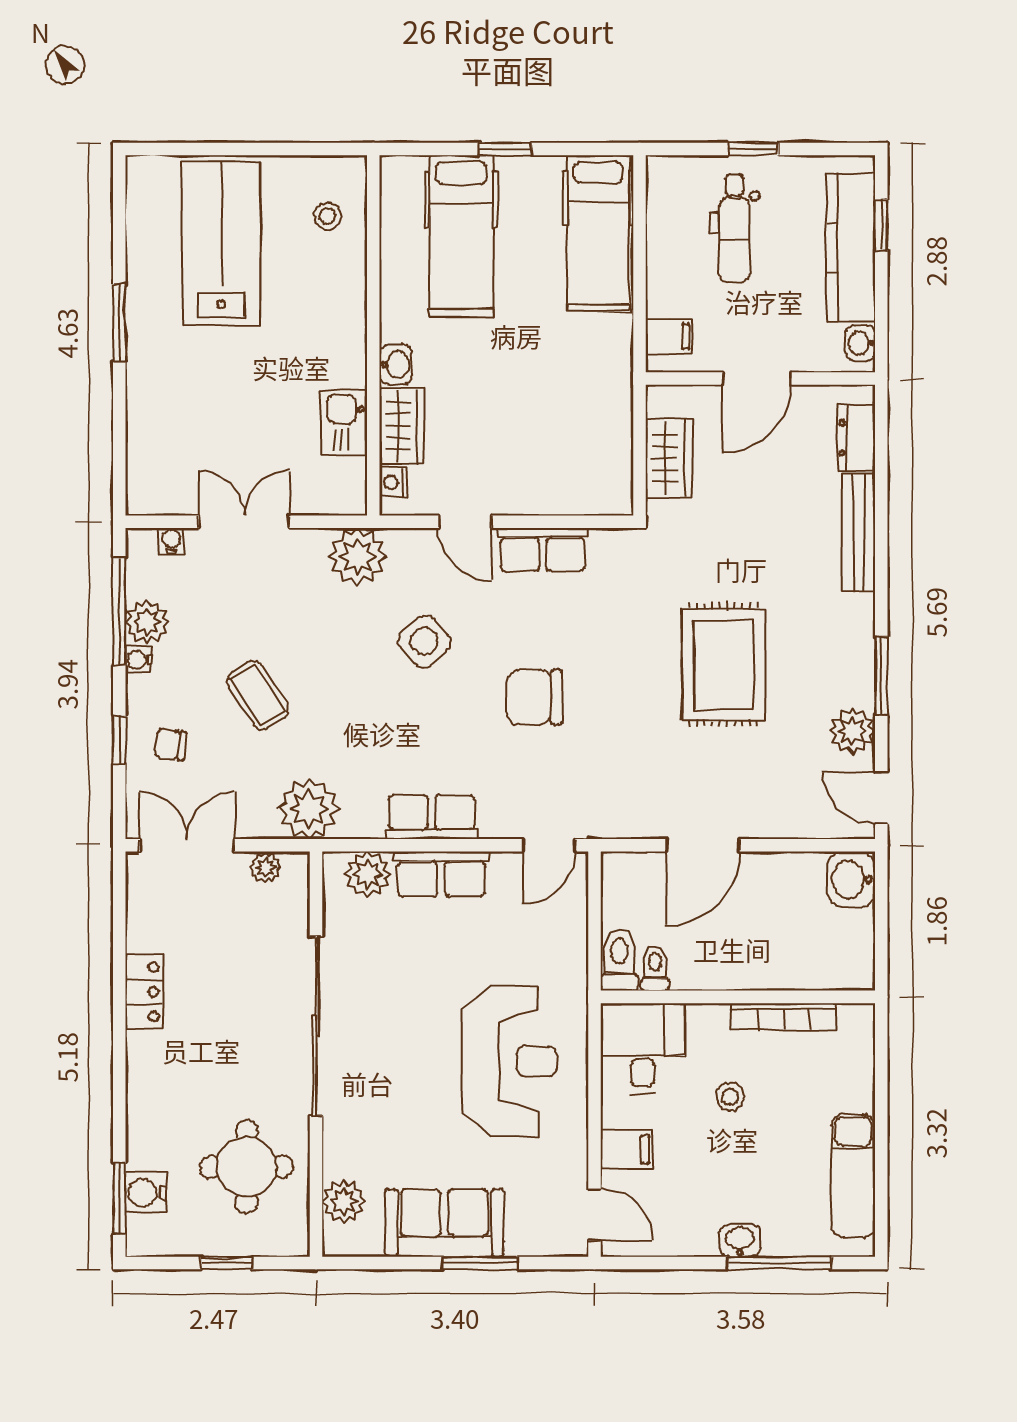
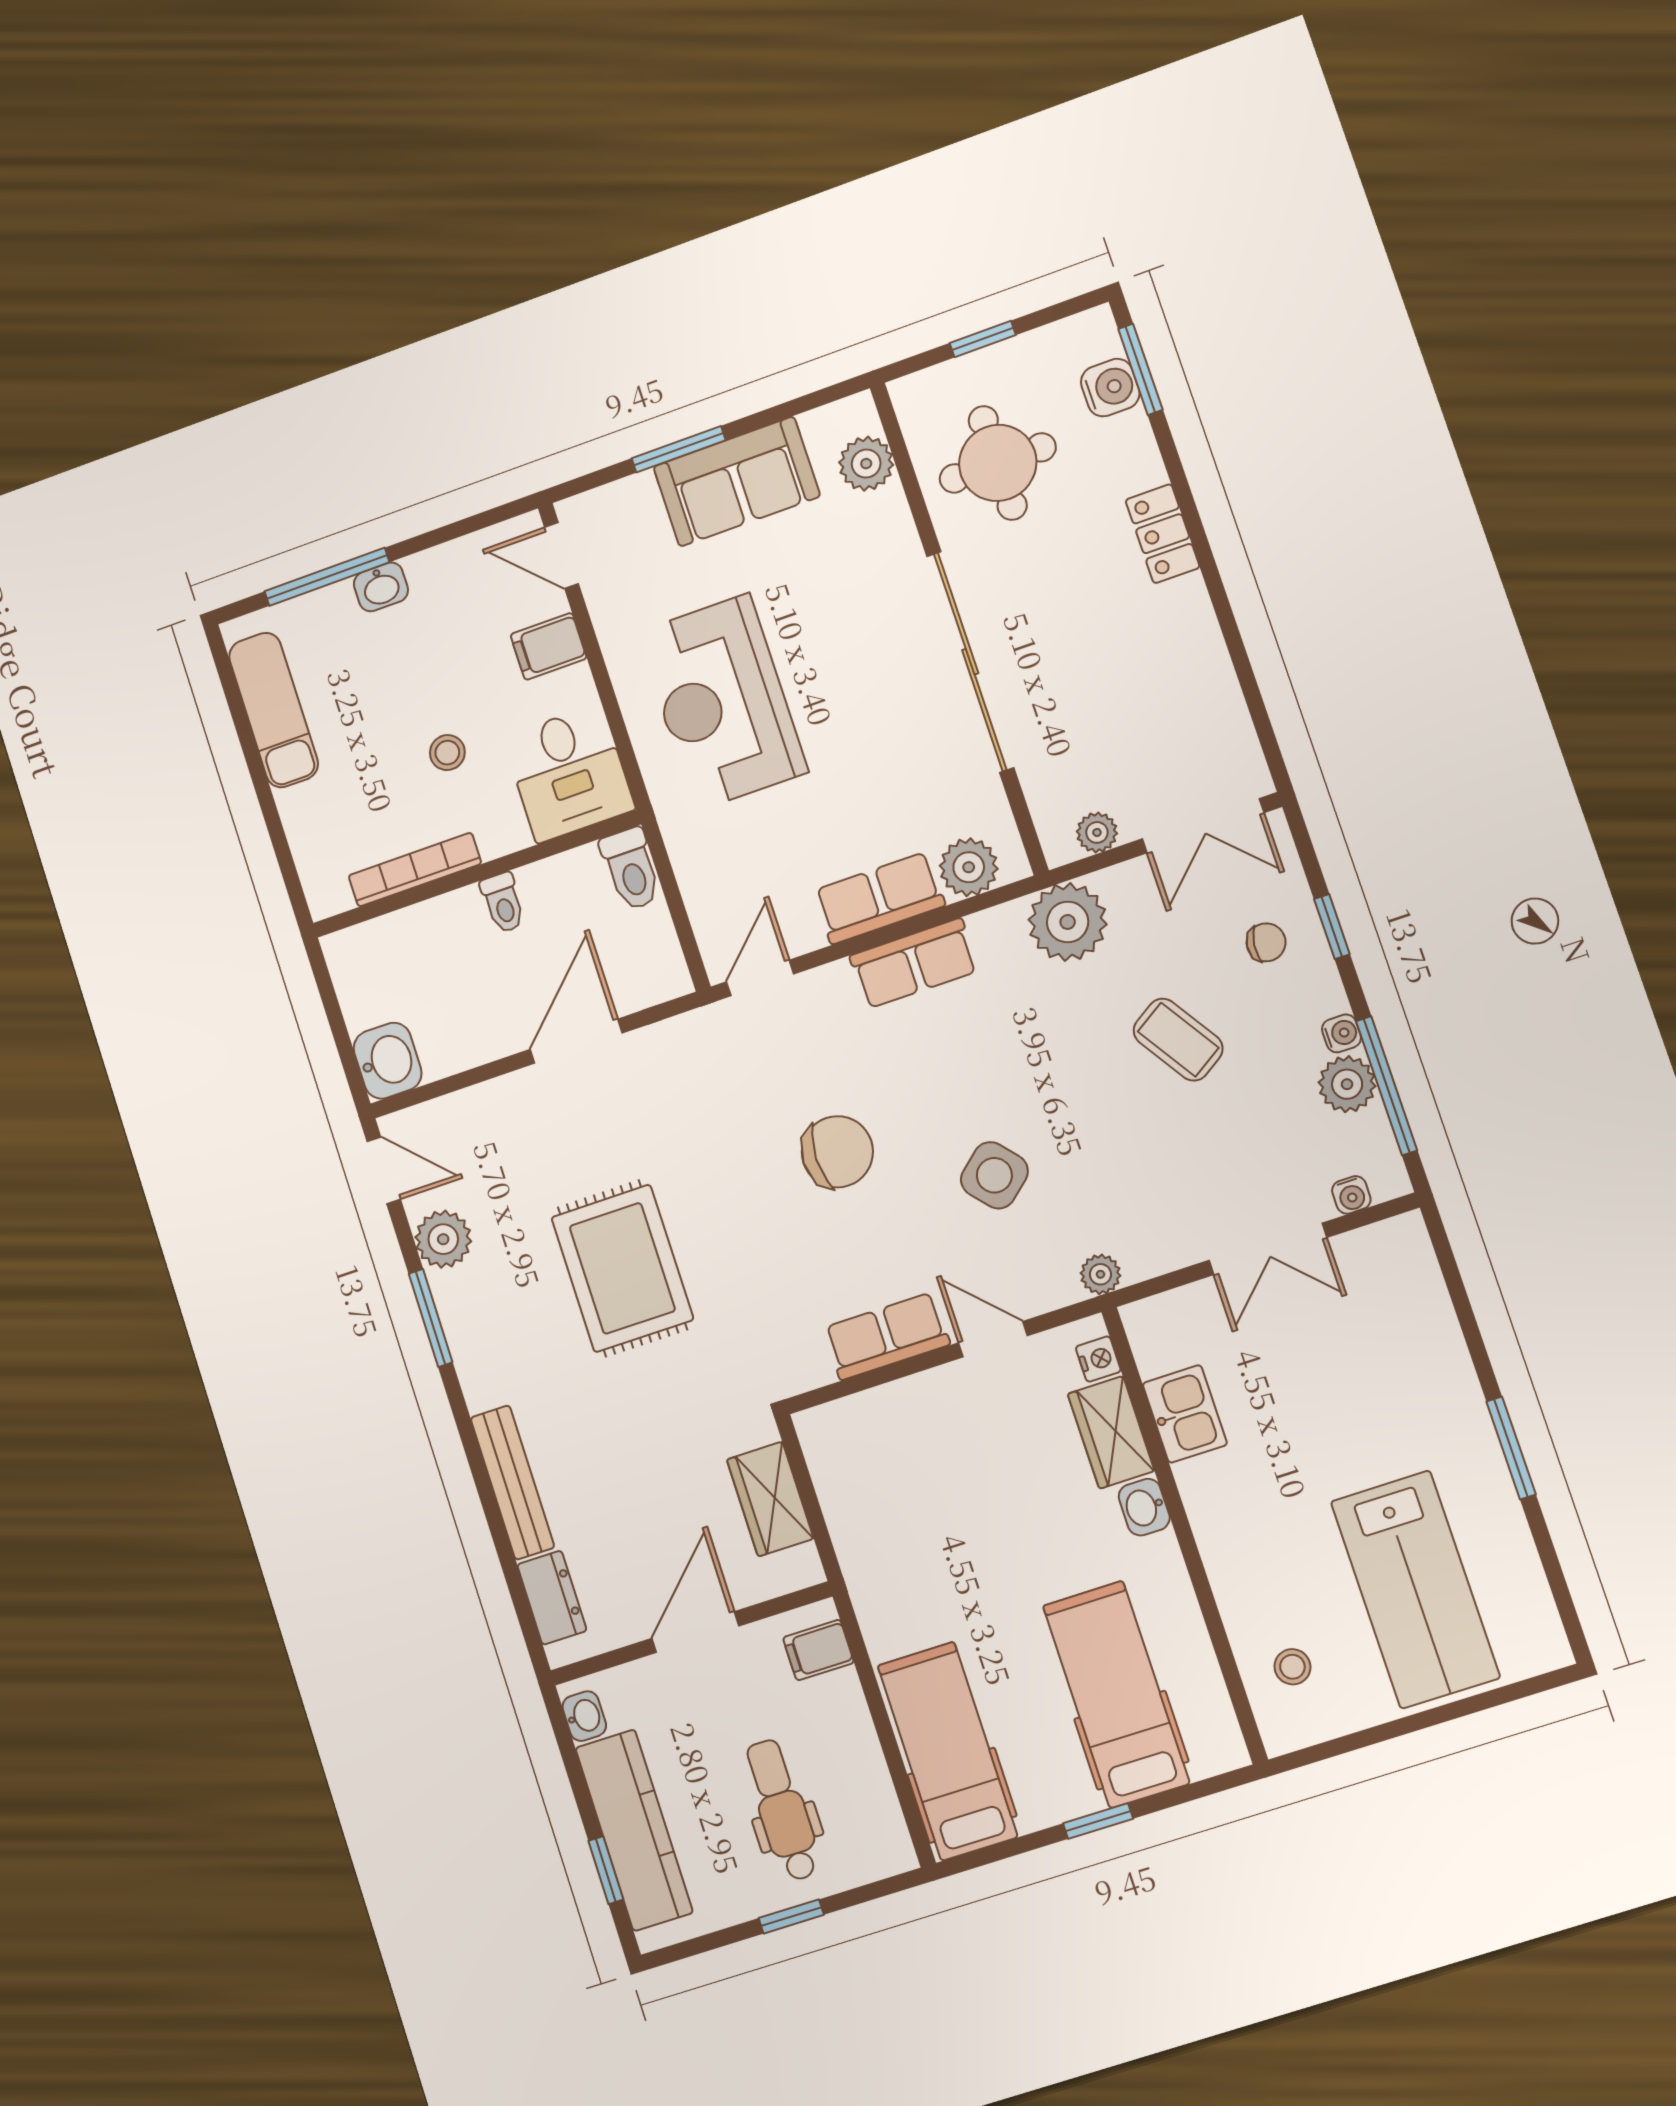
plant: (358, 557) -> (1100, 1274), width x0.53, depth x0.53
toilet: (655, 968) -> (503, 903), moved
locker: (144, 992) -> (1163, 534), moved

